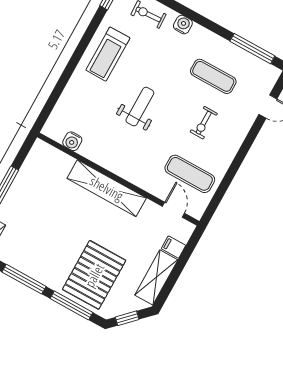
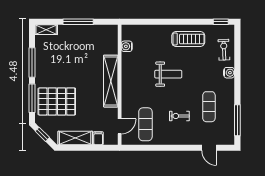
treadmill: (108, 54) -> (188, 39), turned 180

